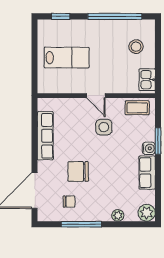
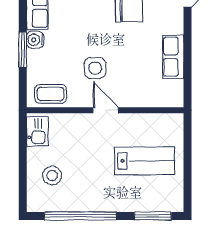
window: (61, 16) -> (153, 216), width x1.50
lab bench: (67, 58) -> (145, 161), turned 180
row of seats: (45, 136) -> (173, 57), width x0.68

